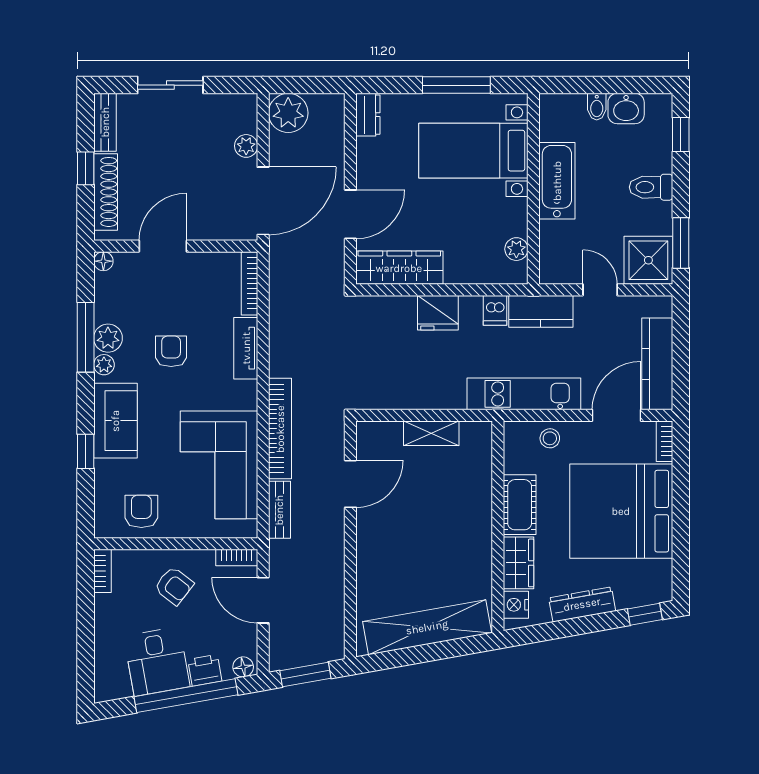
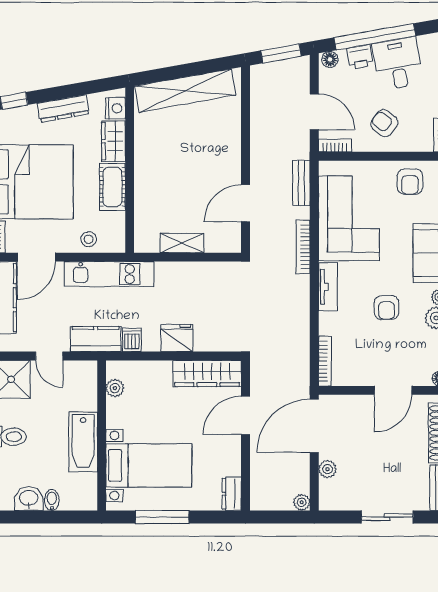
plant: (288, 113) -> (302, 502), width x0.53, depth x0.53
tv unit: (246, 348) -> (328, 287), moved
bookcase: (280, 429) -> (303, 247), width x0.68, depth x0.76

